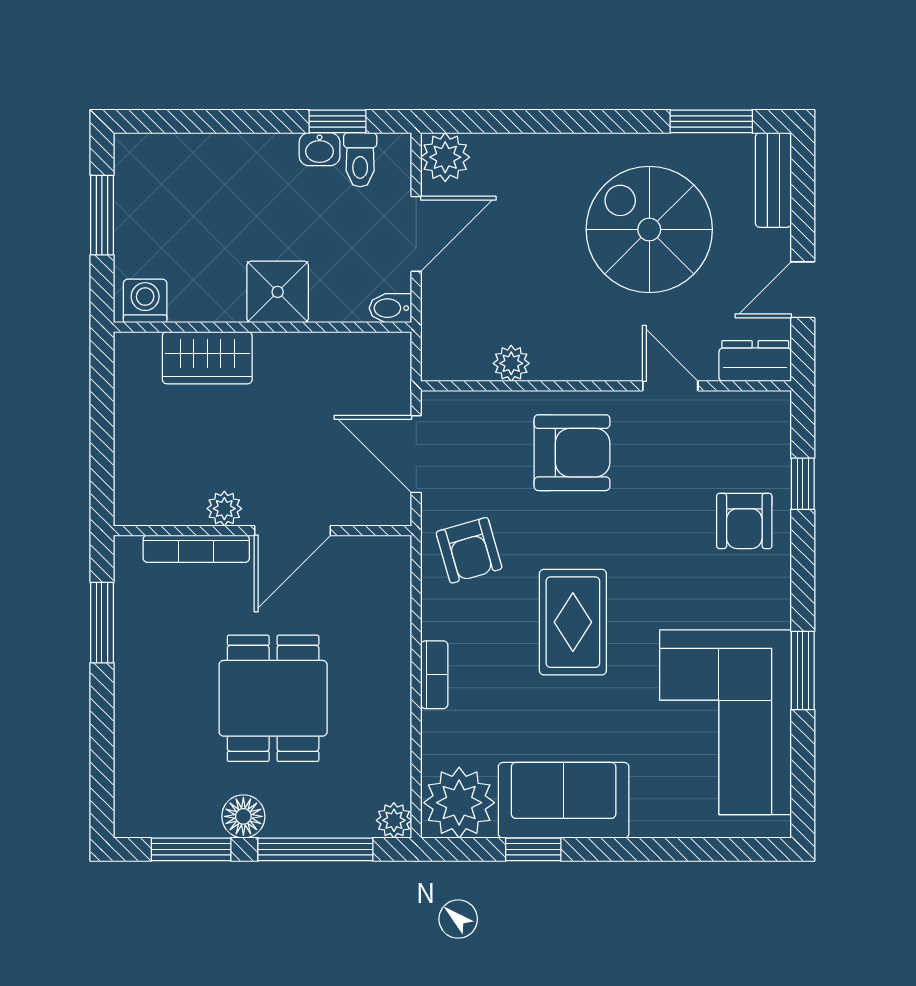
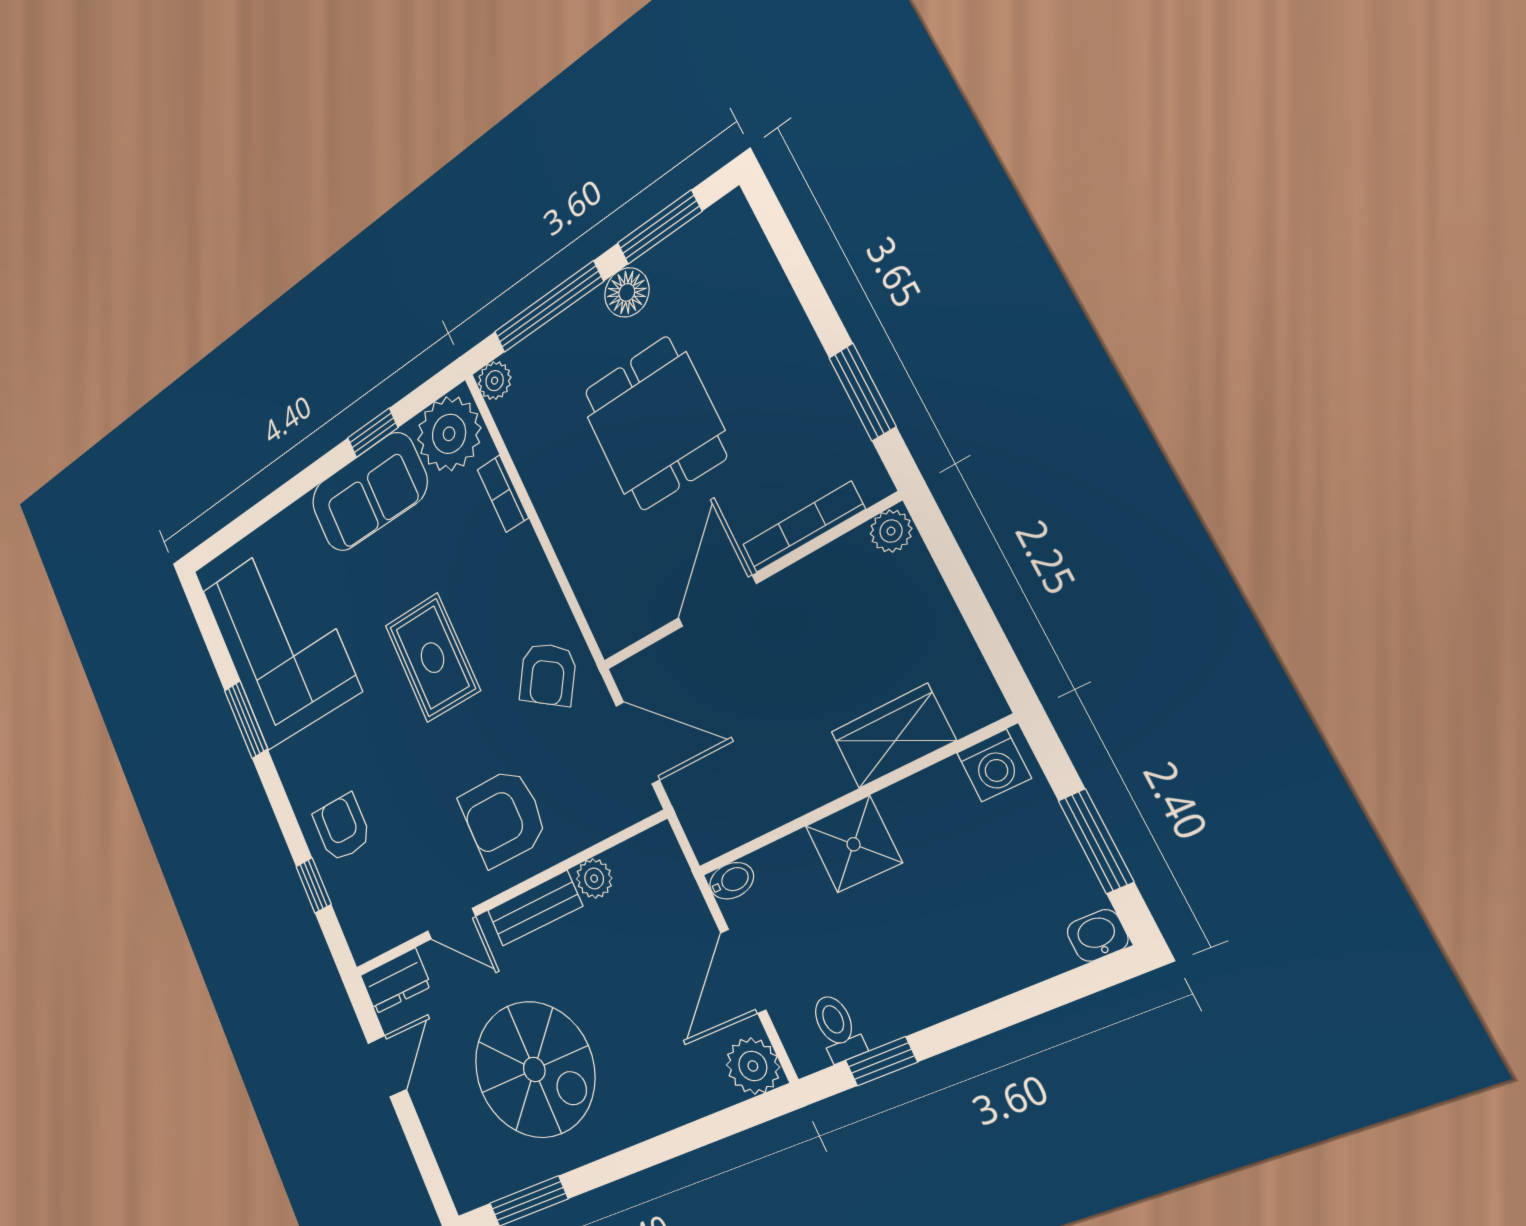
washbasin: (320, 149) -> (1098, 935), moved
bench: (773, 180) -> (535, 908), moved, turned 90
plant: (224, 509) -> (891, 531), moved
armchair: (469, 550) -> (548, 674), turned -130
bookcase: (434, 675) -> (503, 494), moved

